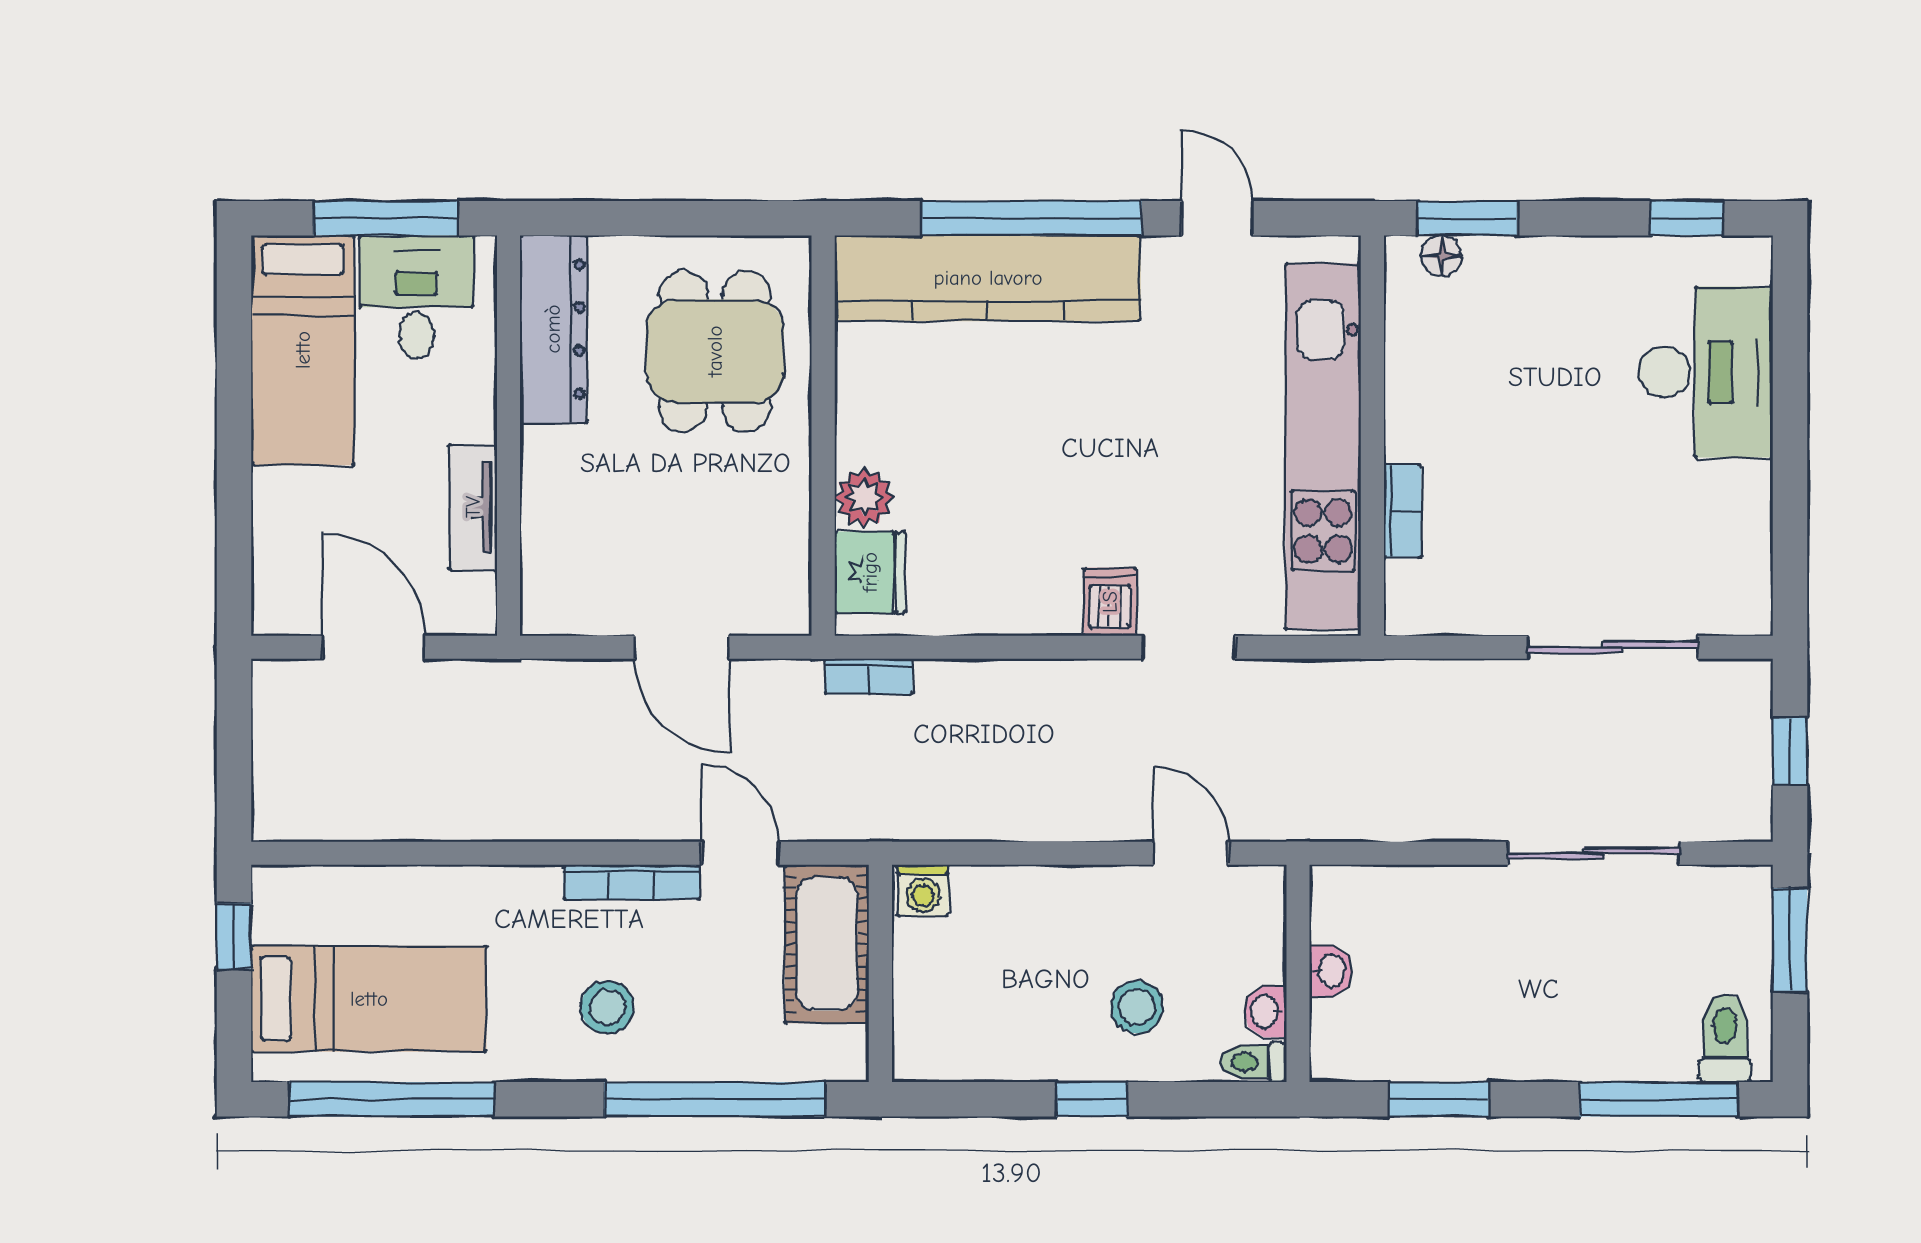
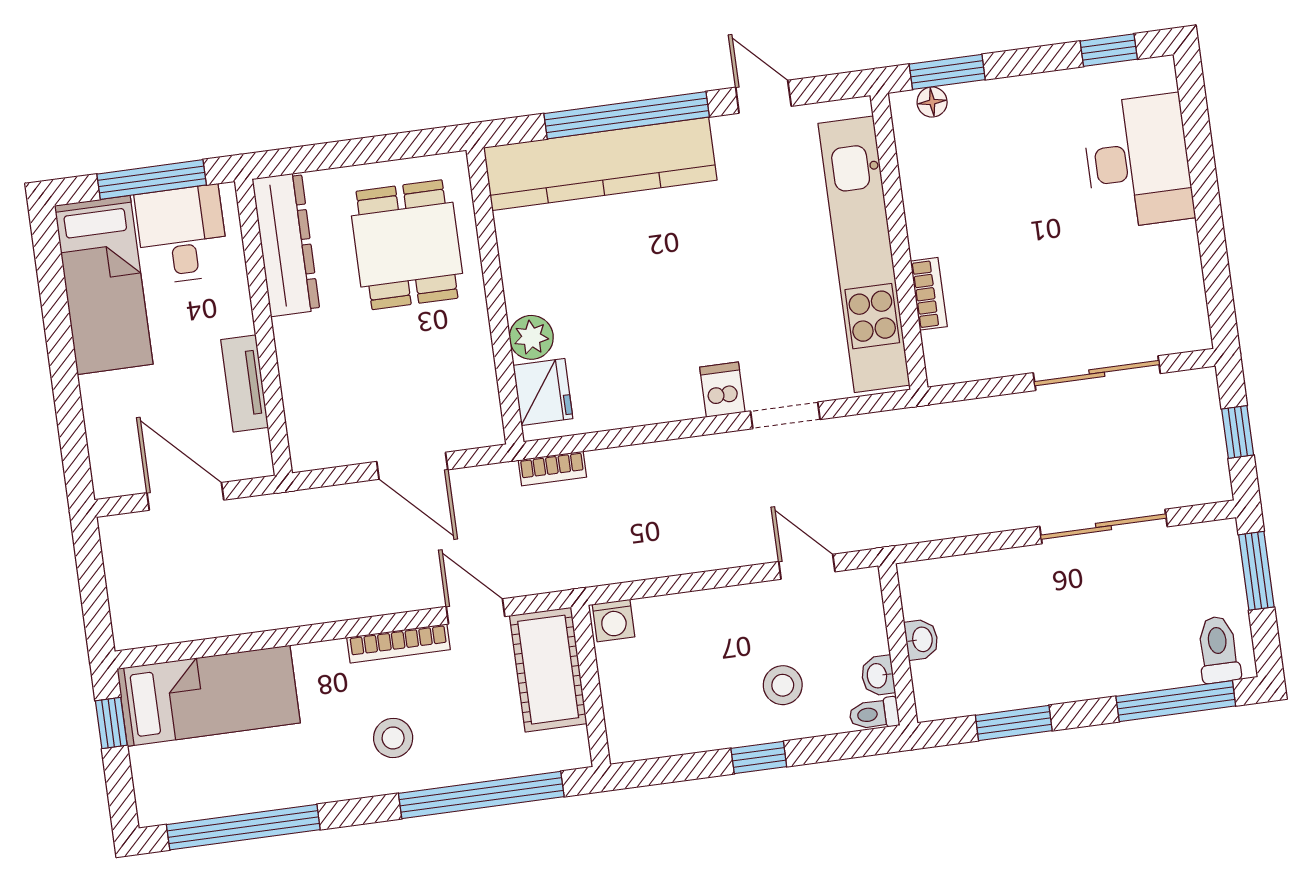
bed: (369, 999) -> (209, 696), moved

